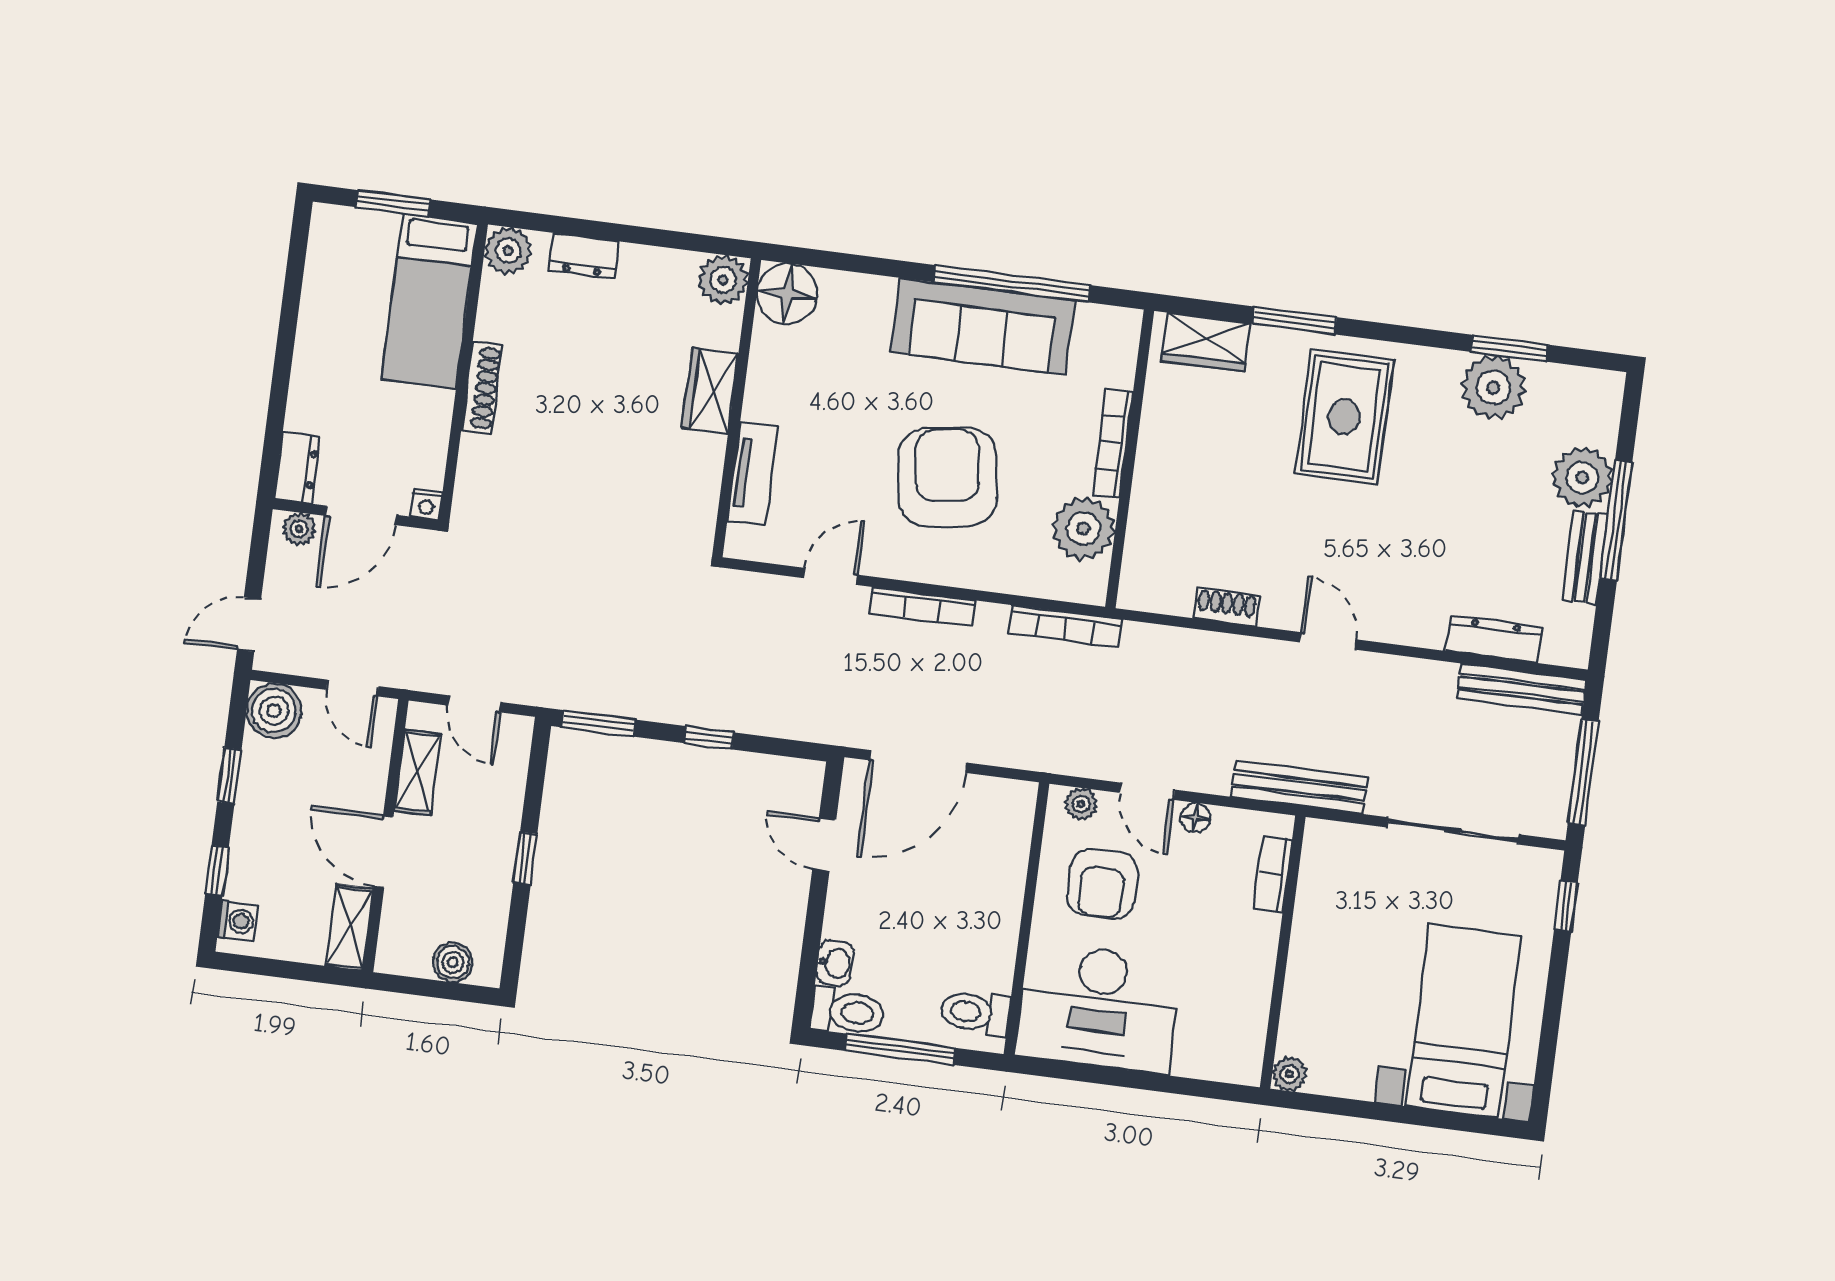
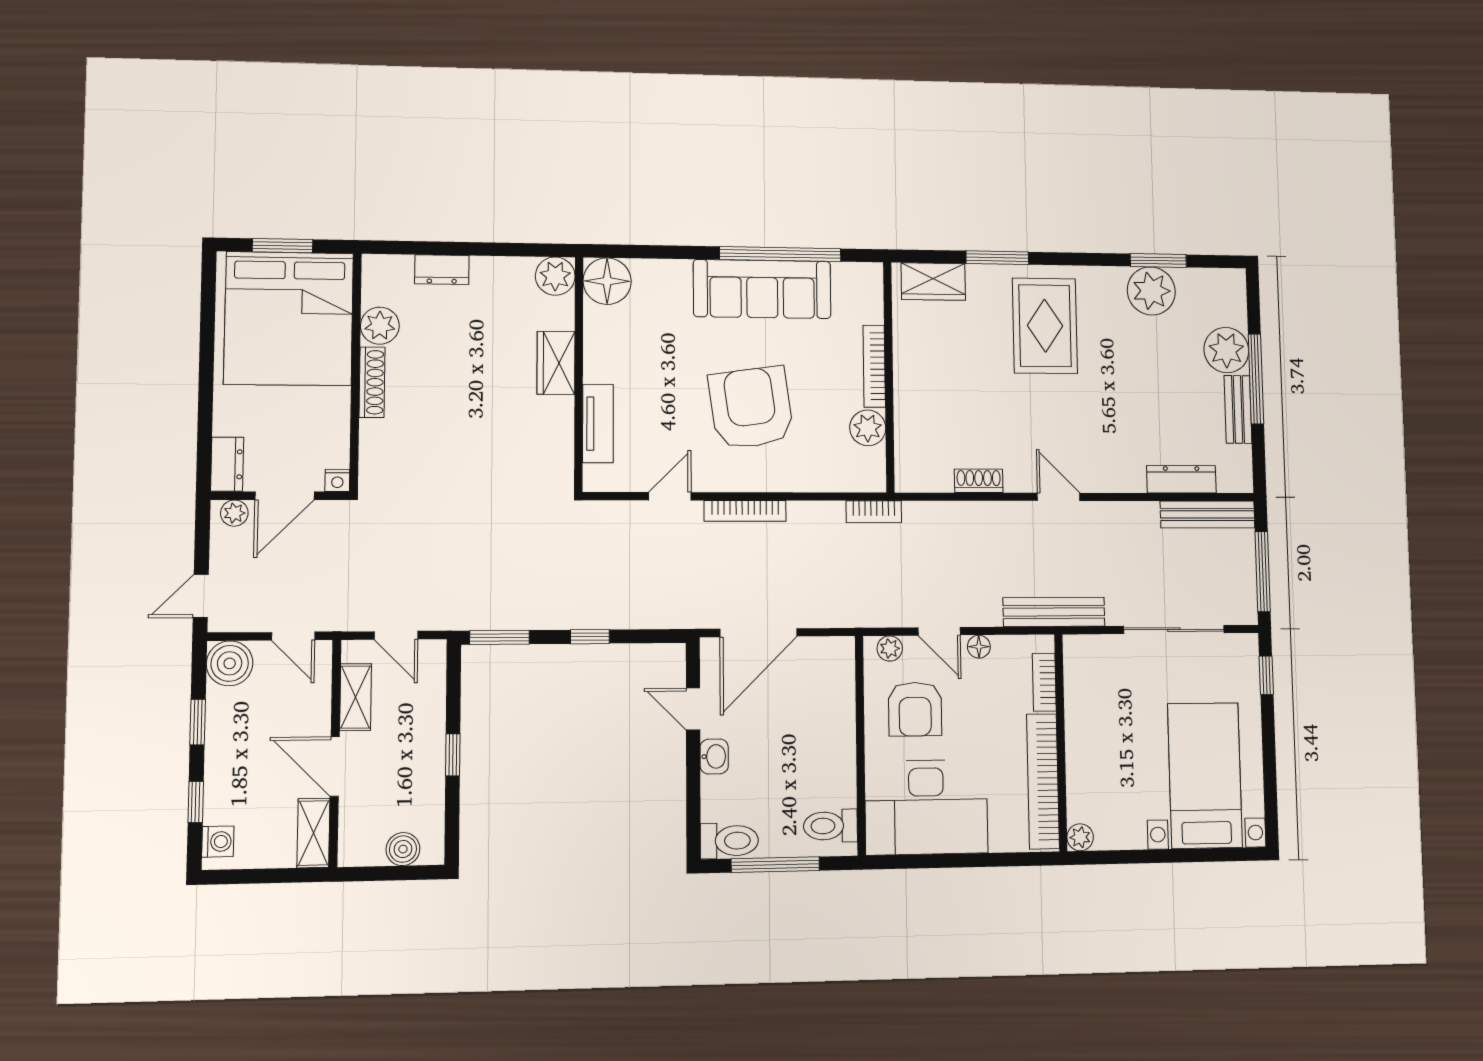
plant: (508, 251) -> (380, 326), moved
bed: (429, 301) -> (289, 319), width x2.04
plant: (1083, 529) -> (868, 428), width x0.73, depth x0.73
bookcase: (1066, 626) -> (874, 512), width x0.64
washbasin: (835, 963) -> (714, 756), moved
bookcase: (1252, 997) -> (1043, 781), added

